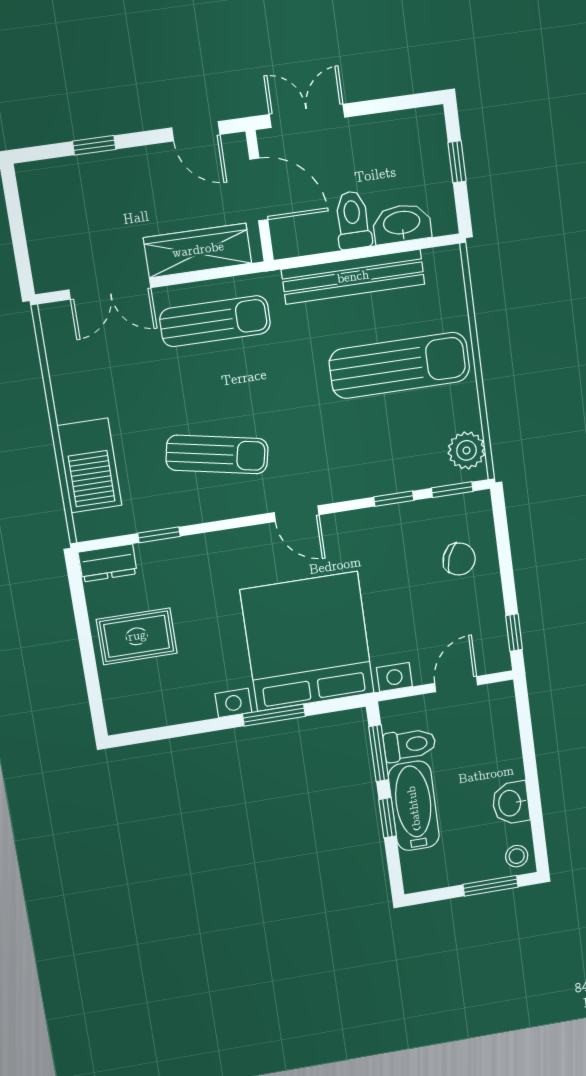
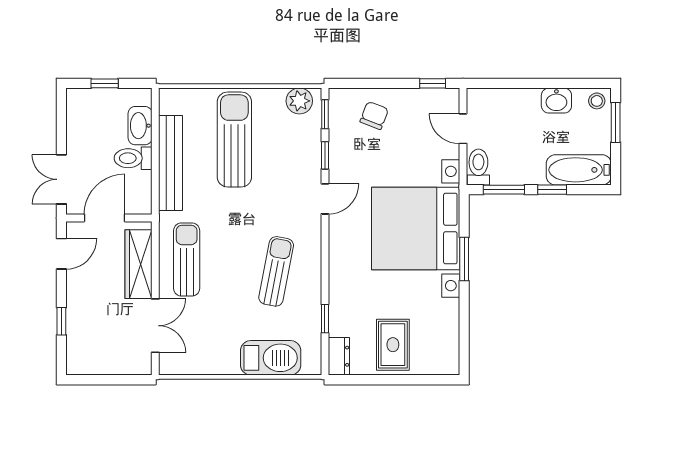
door: (297, 514) -> (325, 199), moved
toilet: (410, 745) -> (478, 167), moved
bathtub: (414, 806) -> (579, 170), moved

